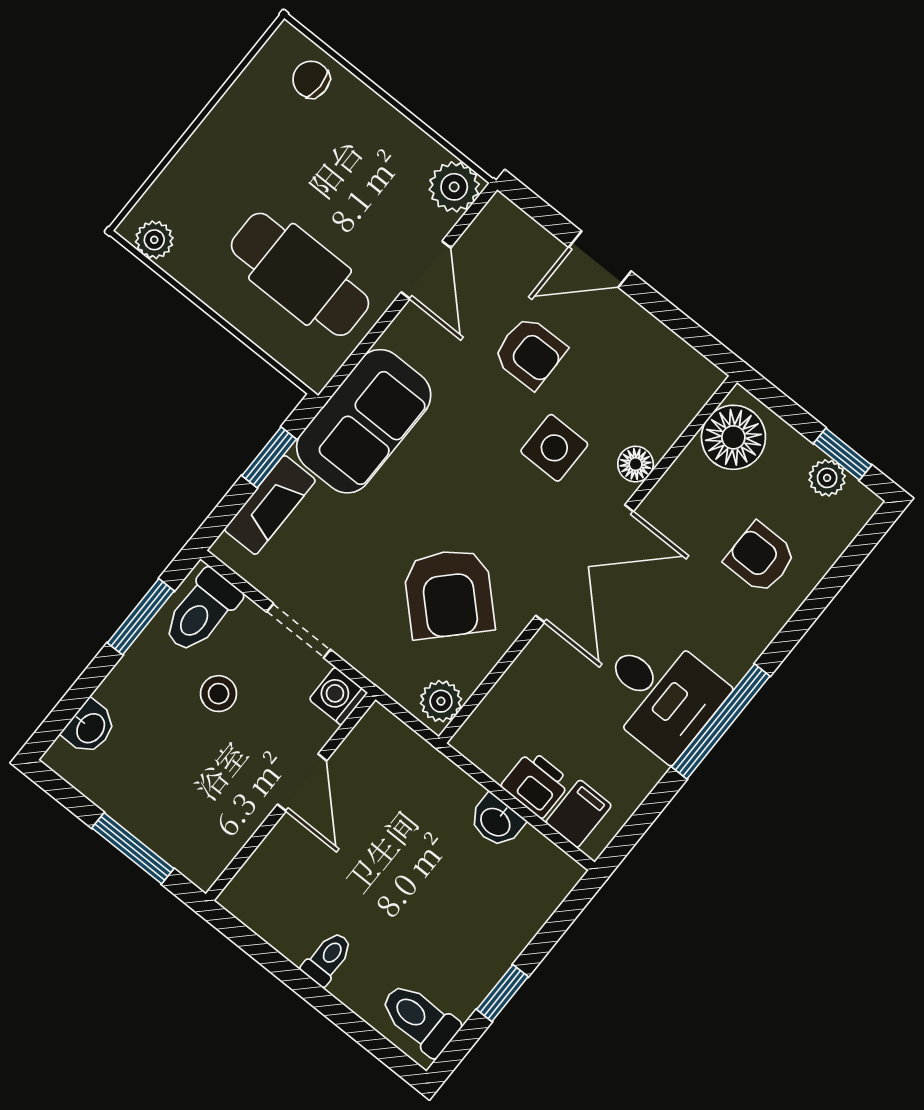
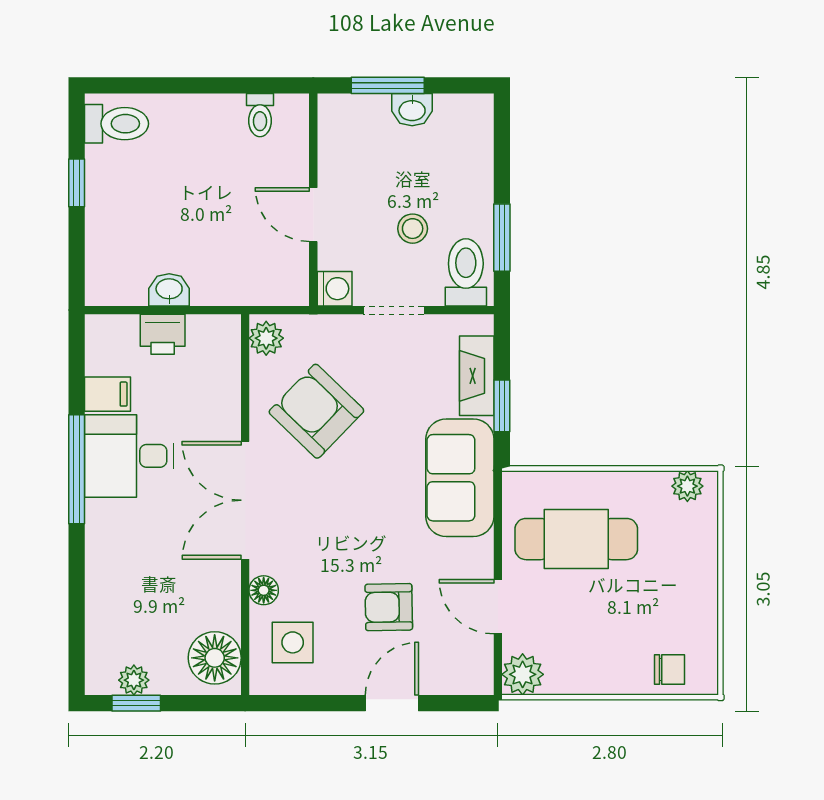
side table: (554, 448) -> (293, 642), moved
armchair: (760, 558) -> (136, 595), removed
washbasin: (90, 728) -> (412, 110), moved, turned -90
filing cabinet: (579, 814) -> (107, 394), moved, turned -90
toilet: (328, 958) -> (260, 115), moved

